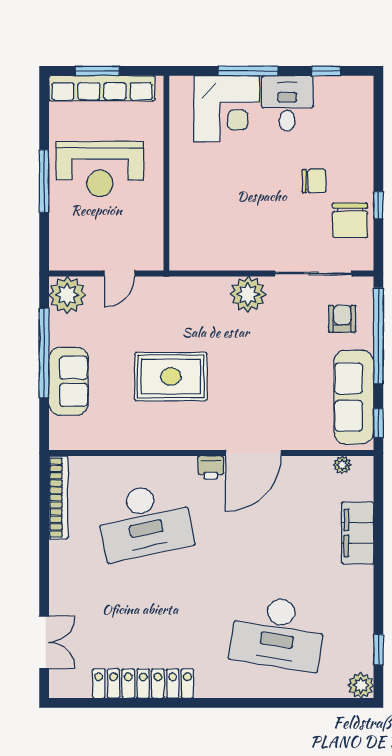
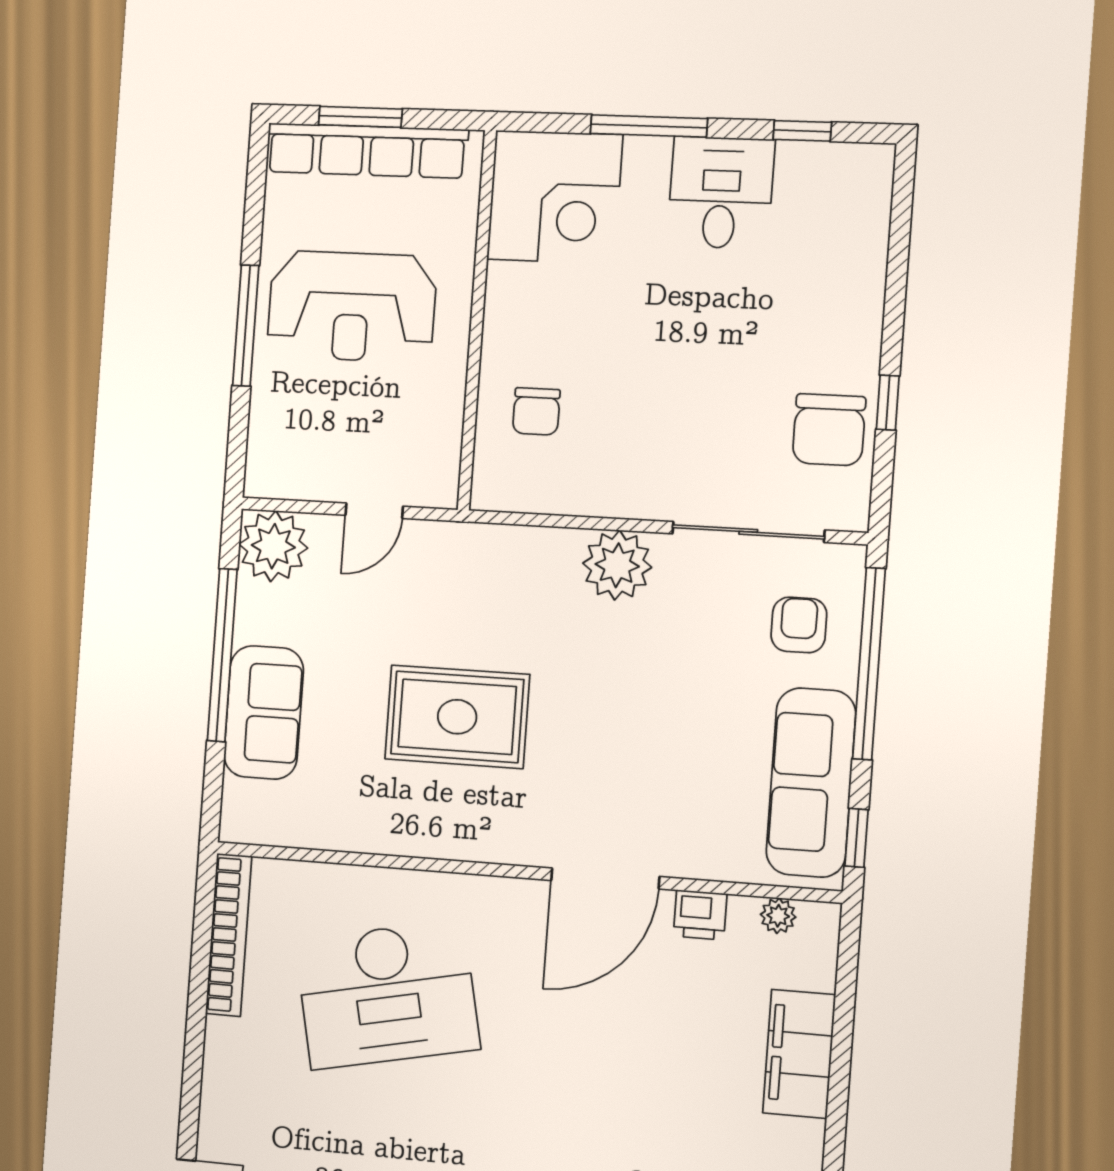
corner desk: (227, 109) -> (555, 197), moved
chair: (314, 181) -> (536, 411), moved, turned 90
printer: (211, 468) -> (700, 915), moved

